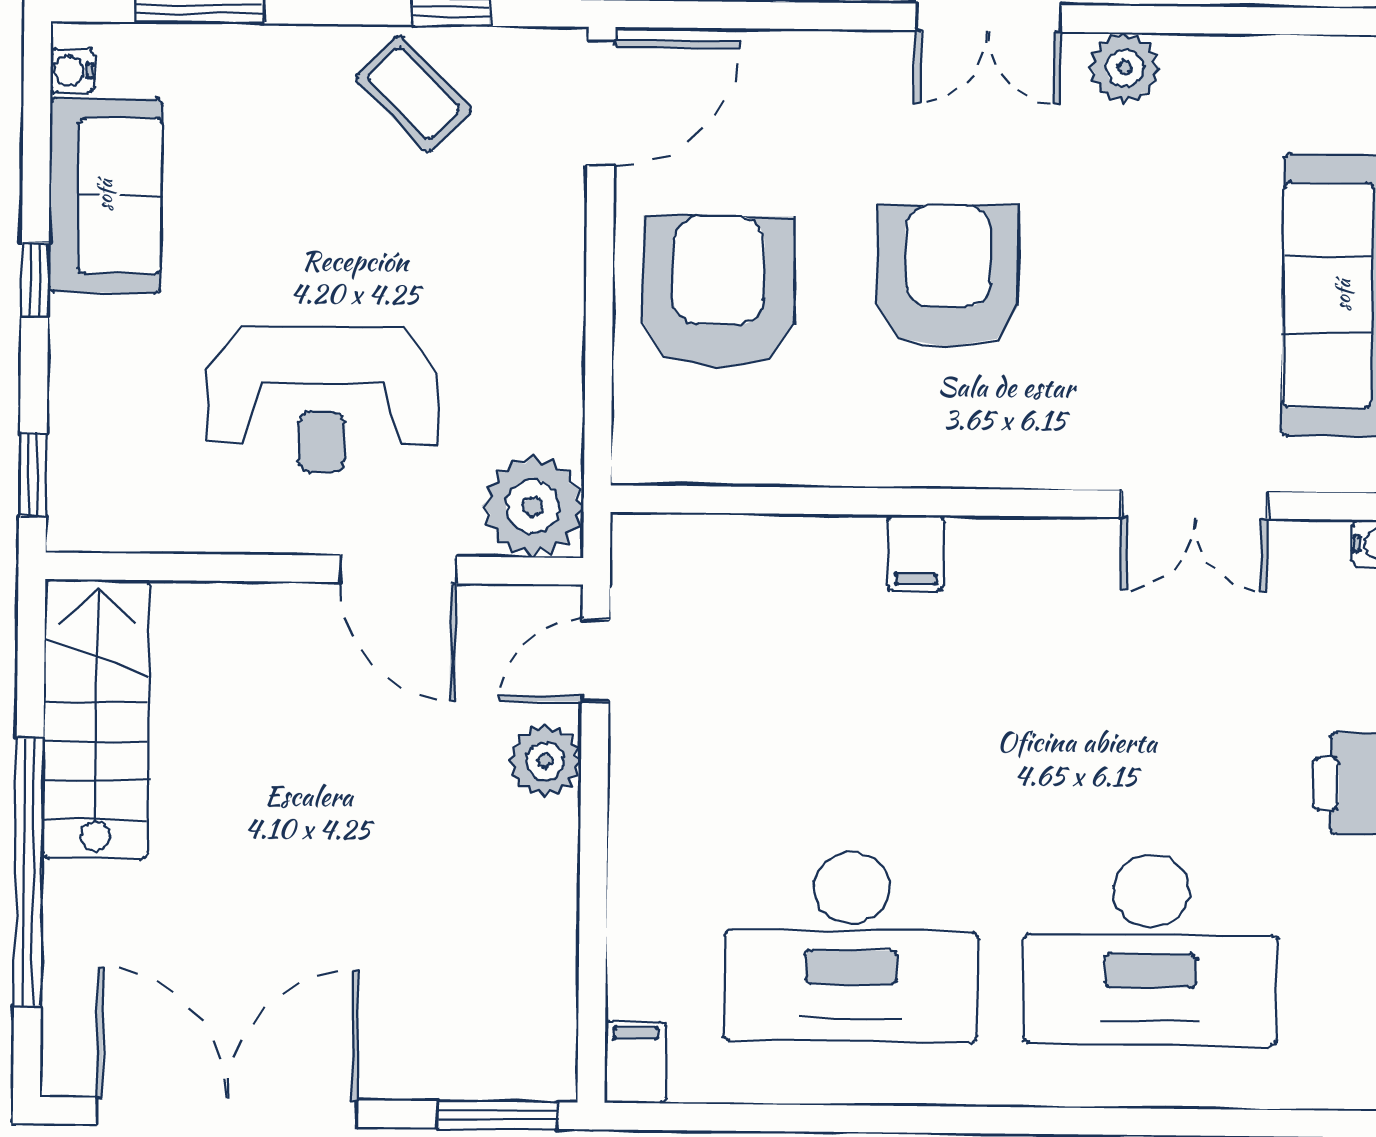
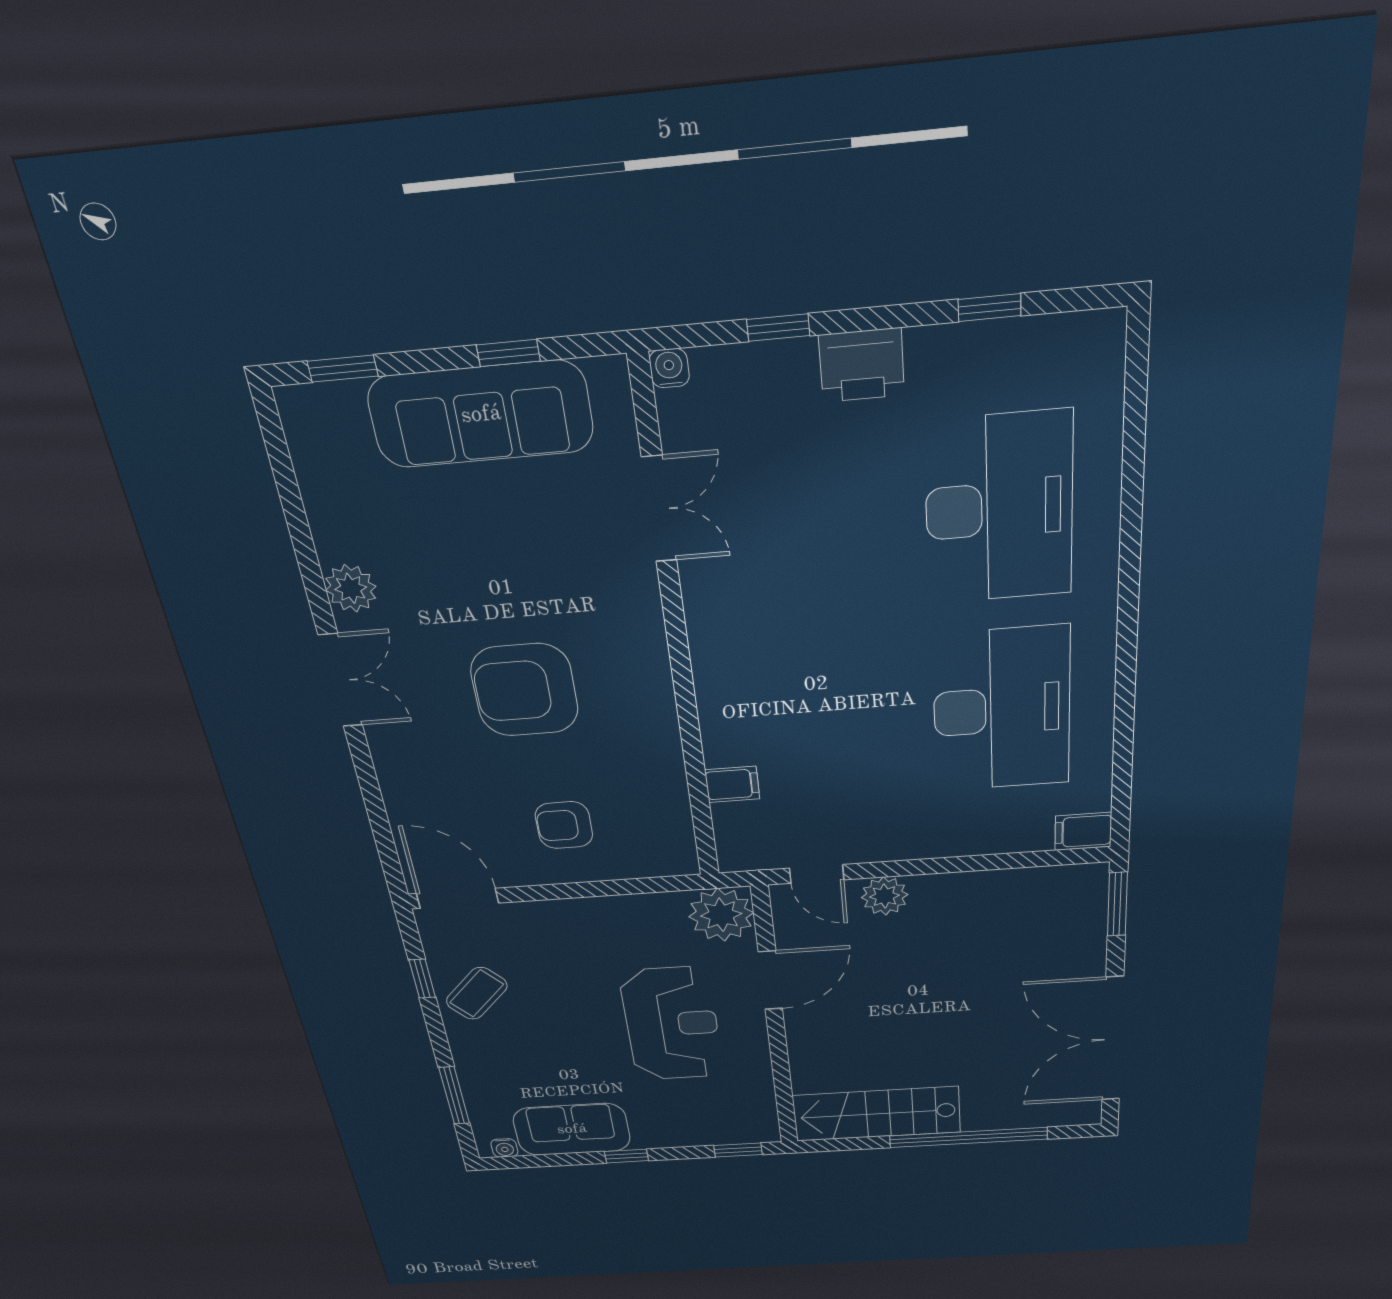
armchair: (719, 292) -> (564, 825), width x0.53, depth x0.53
filing cabinet: (916, 553) -> (732, 784), moved

